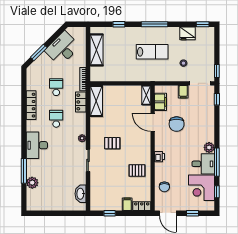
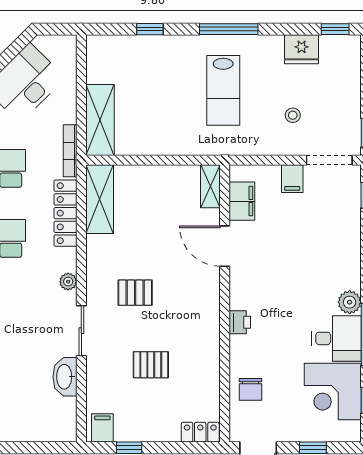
shelving: (96, 50) -> (100, 120), moved
lab bench: (152, 52) -> (223, 90), turned 90
locker: (81, 102) -> (65, 213), width x1.53
chair: (177, 124) -> (277, 250), removed
pallet: (137, 170) -> (151, 365), moved
washbasin: (81, 194) -> (65, 377), moved
filing cabinet: (127, 204) -> (102, 428), moved

